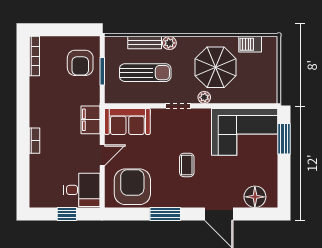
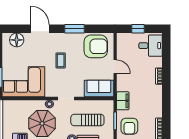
armchair: (80, 63) -> (129, 126), turned 180
filing cabinet: (90, 120) -> (123, 101), moved
door: (102, 155) -> (115, 67), swing flipped
armchair: (132, 187) -> (96, 46), turned -90
desk: (82, 190) -> (151, 46), moved, turned 180

